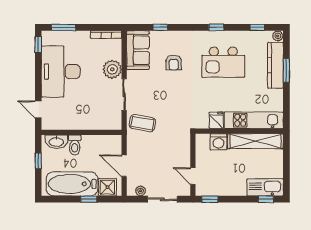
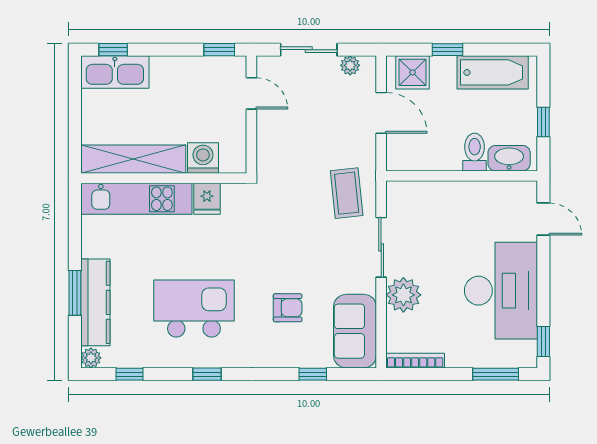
armchair: (174, 62) -> (288, 308), turned 91
coffee table: (142, 123) -> (347, 193), turned 74
bathtub: (72, 184) -> (493, 72), width x0.73, depth x0.73

